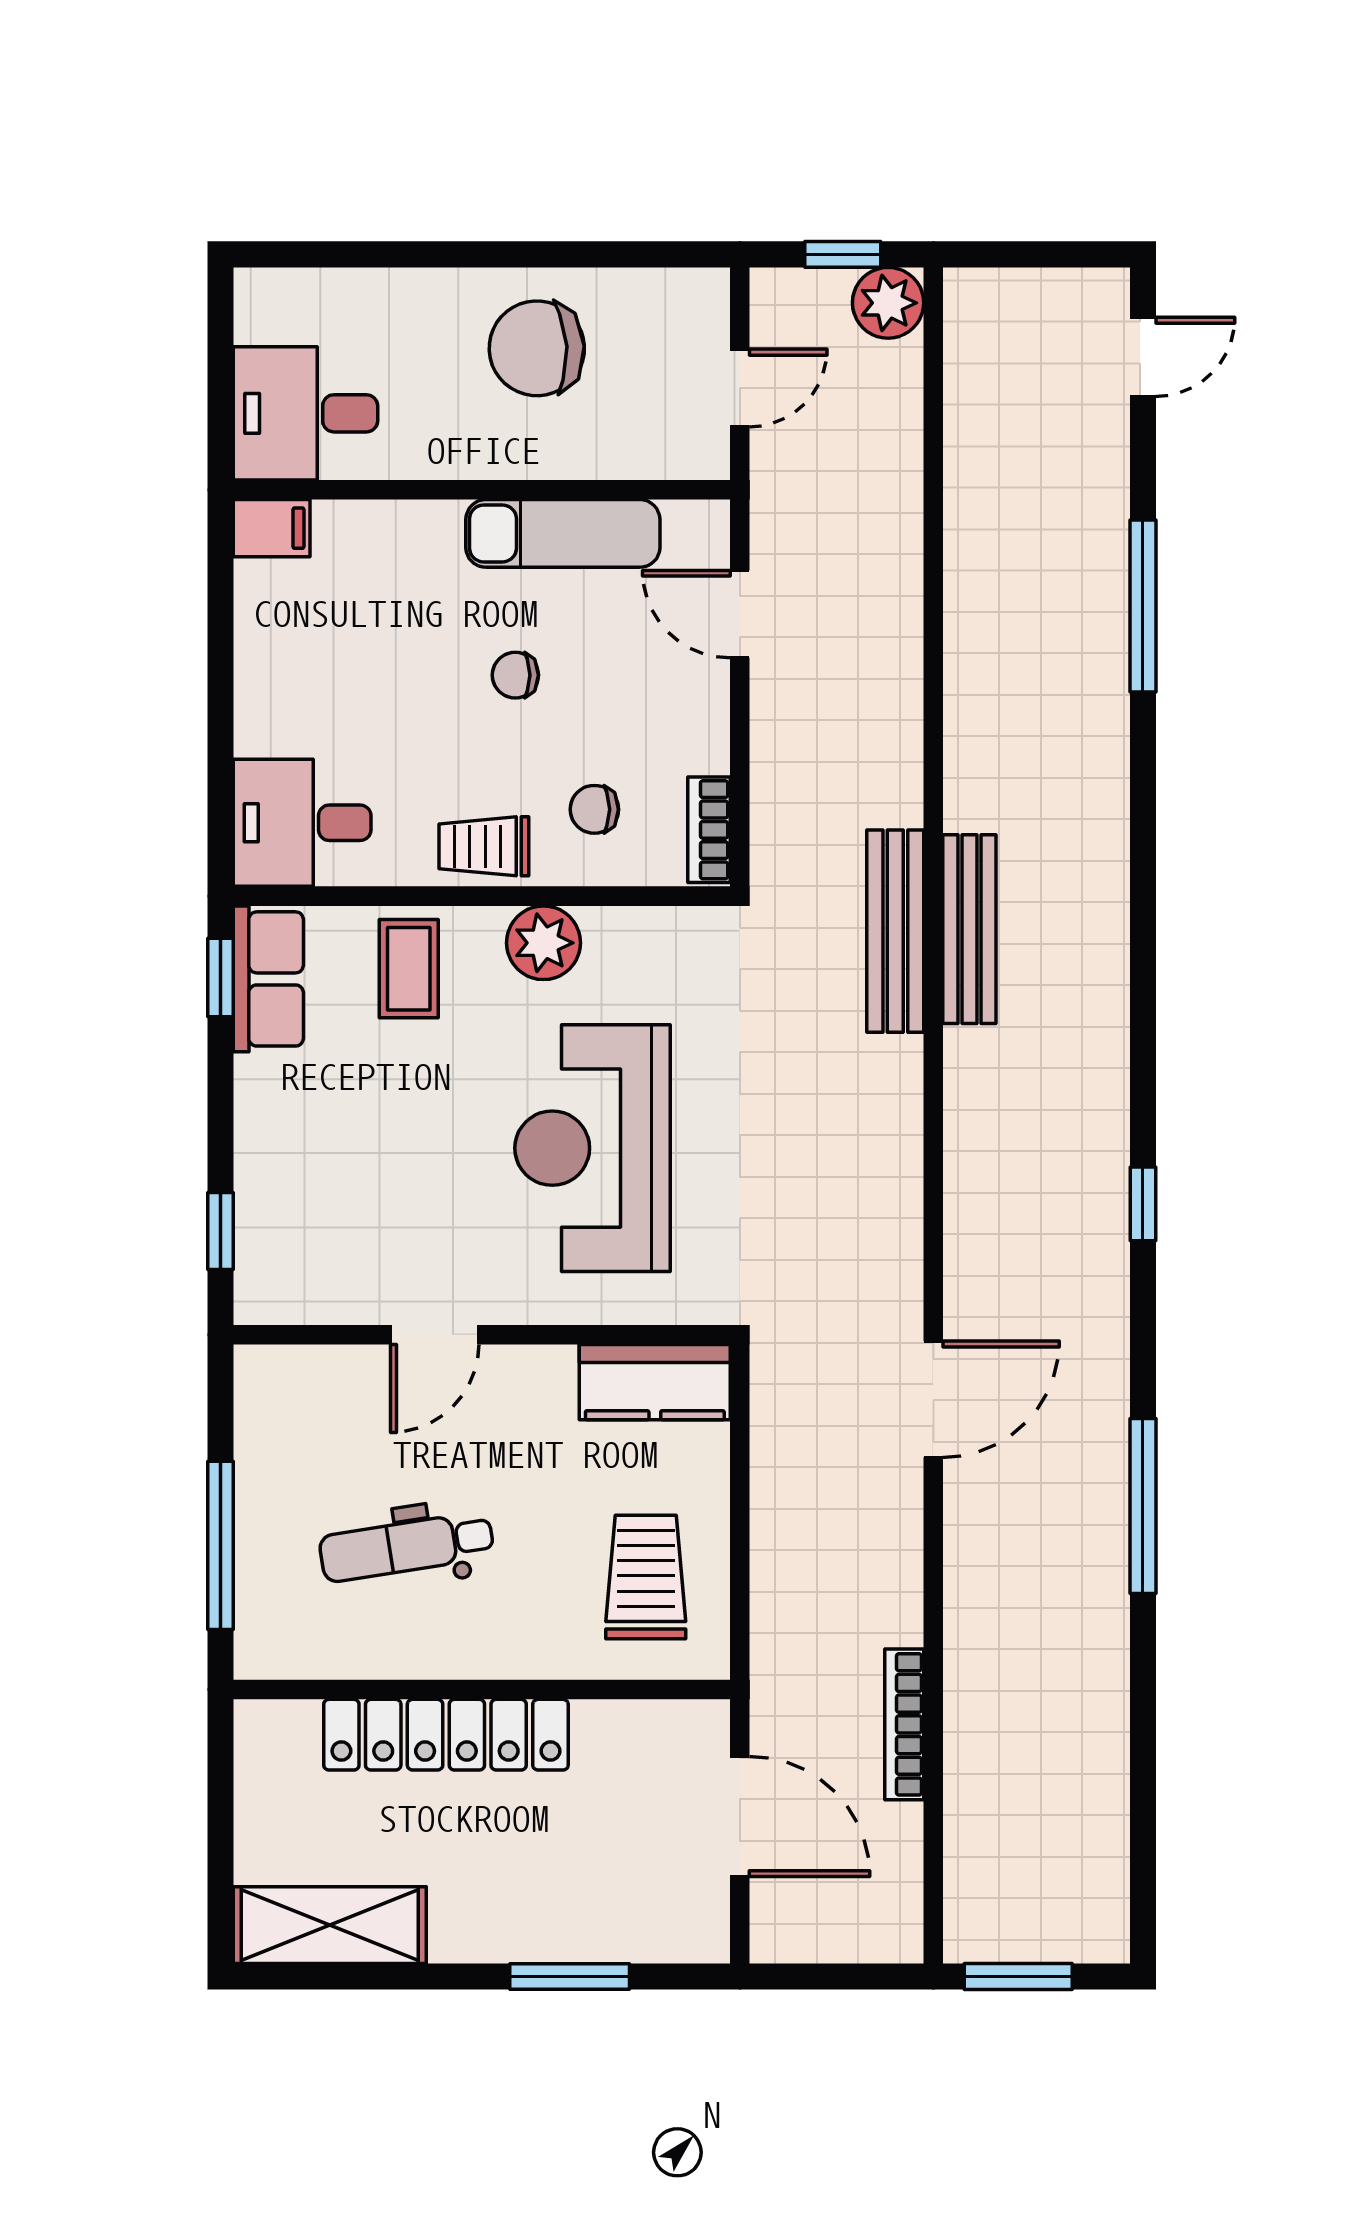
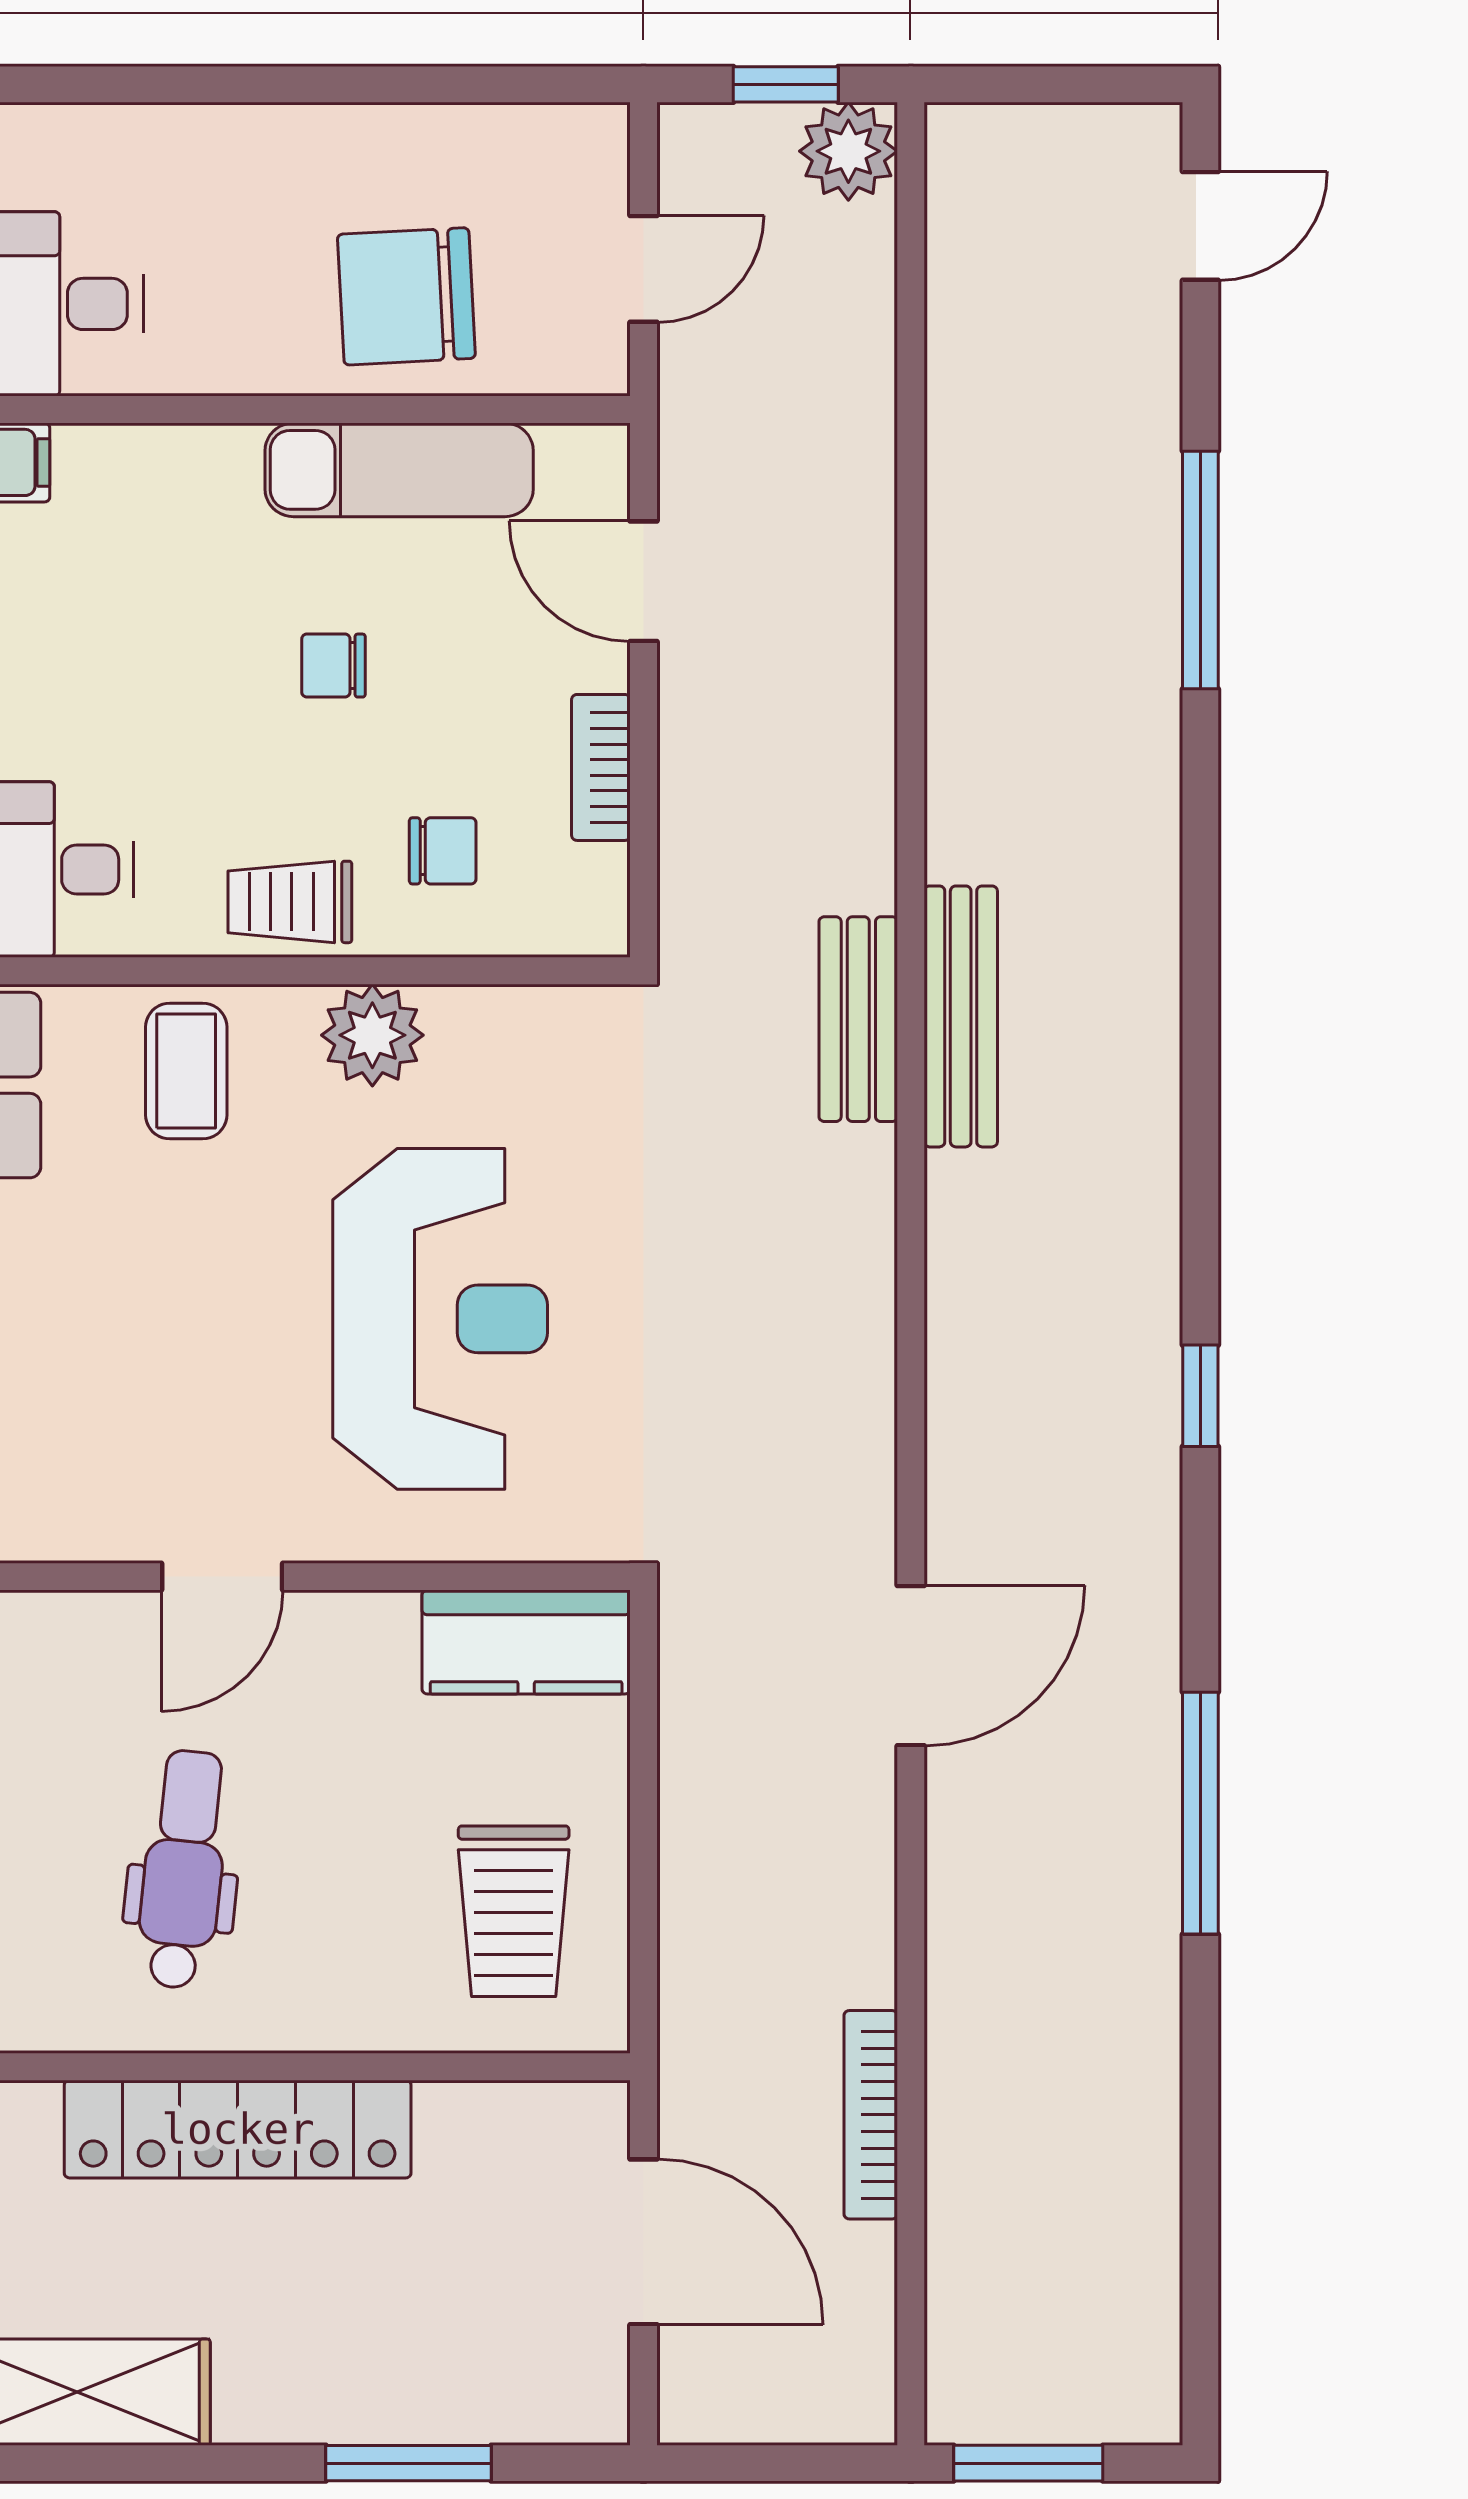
chair: (537, 348) -> (406, 296), moved
chair: (594, 809) -> (443, 851), turned 180
bookcase: (709, 830) -> (601, 767), moved
bench: (895, 931) -> (858, 1019), width x0.73
reception desk: (593, 1148) -> (440, 1319), turned 180
dental chair: (407, 1547) -> (183, 1869), turned 105
trolley: (646, 1577) -> (514, 1911), turned 180

